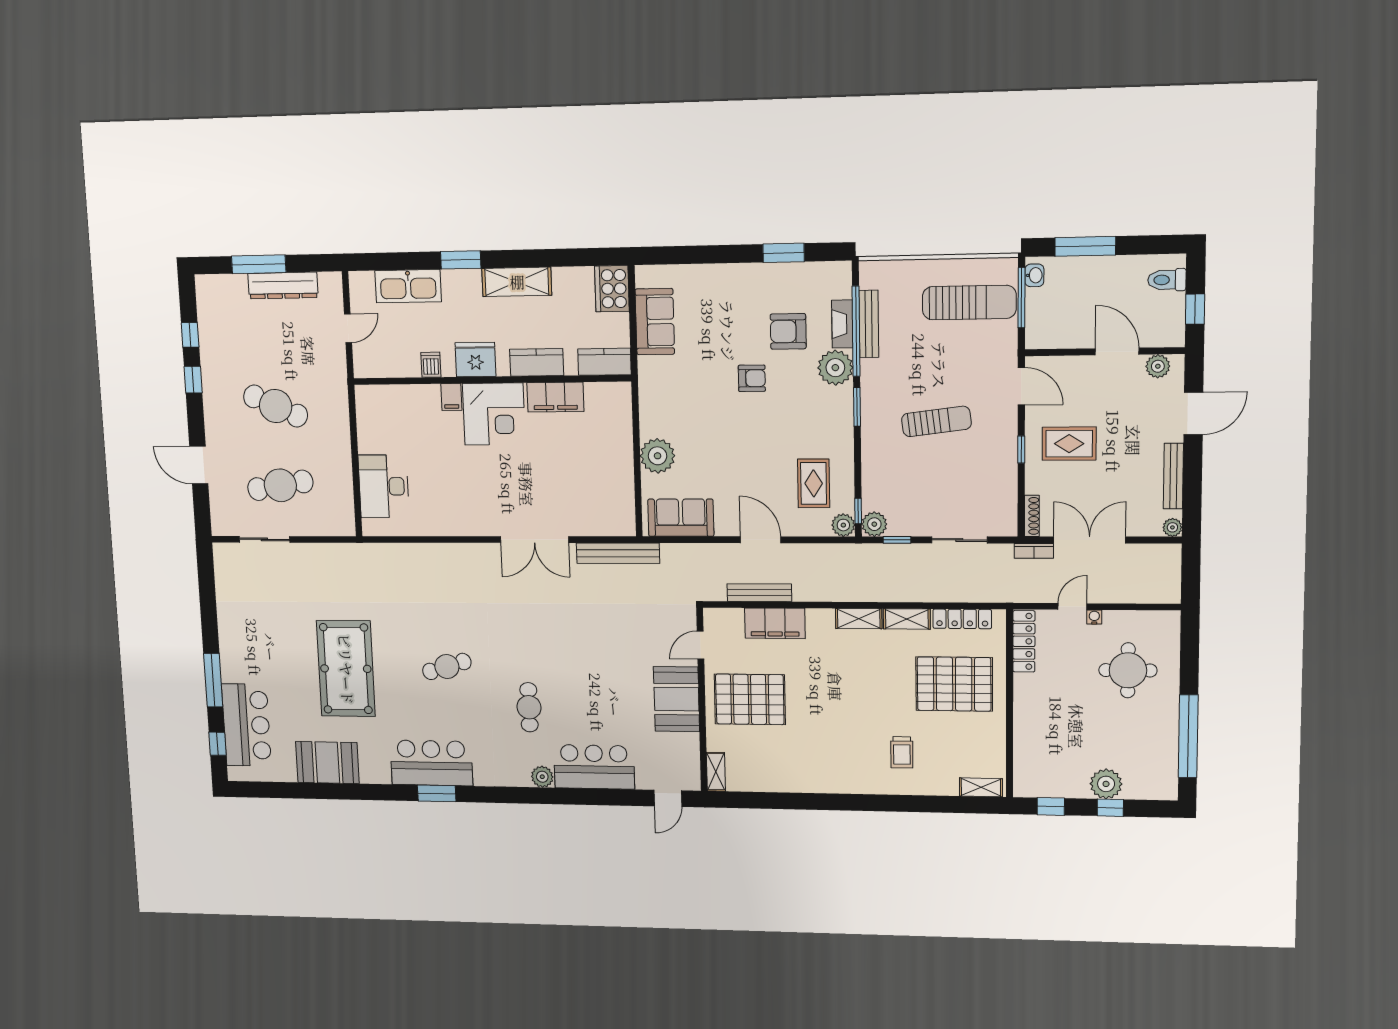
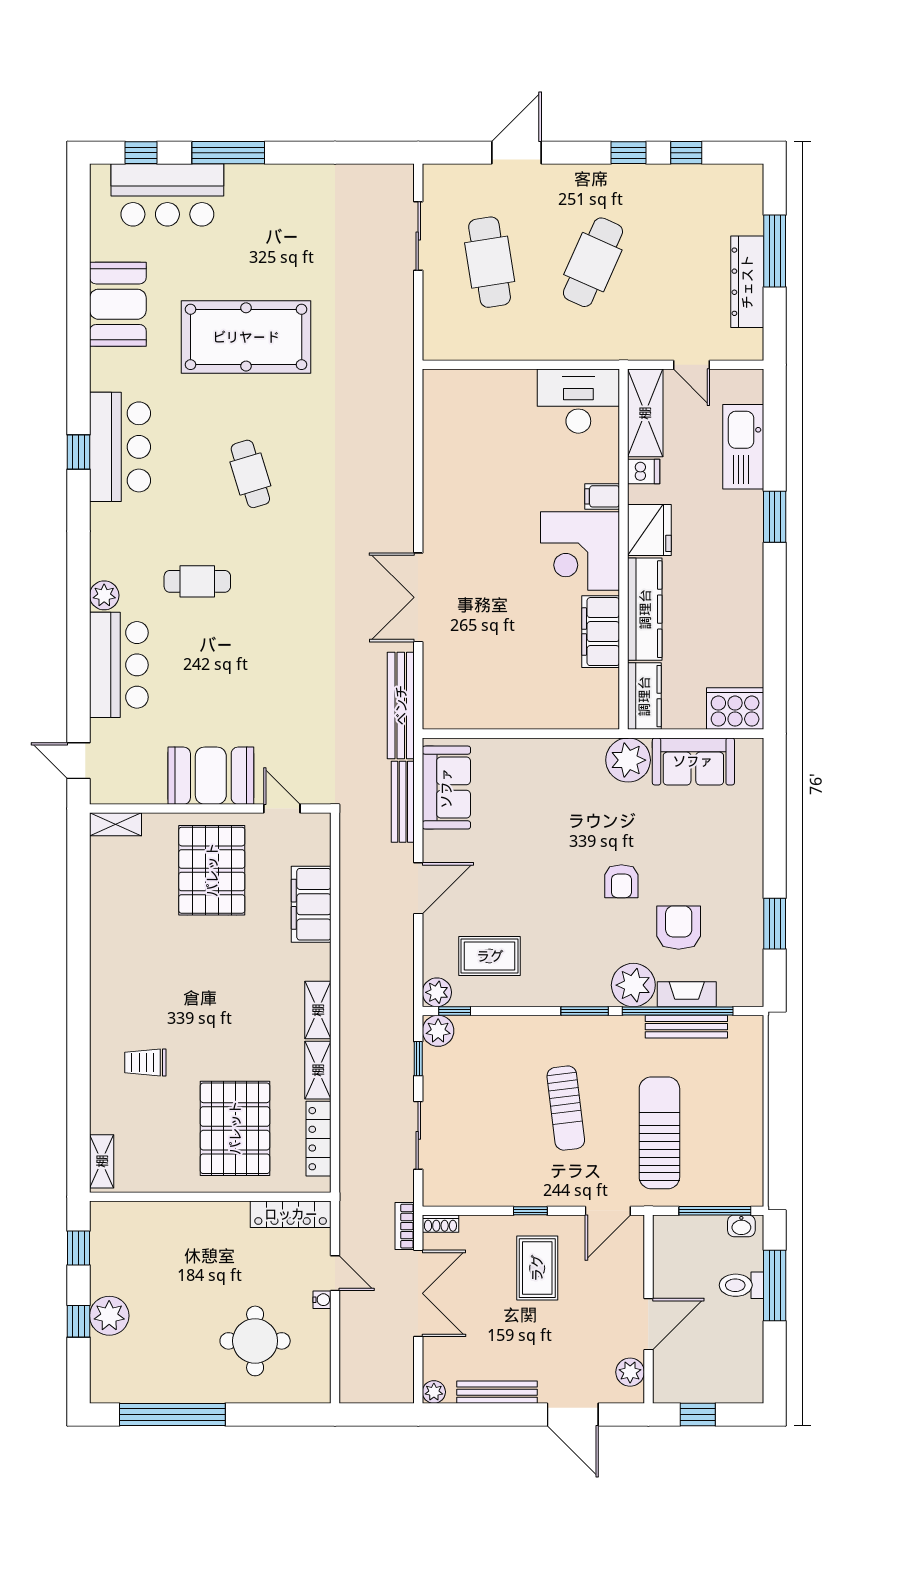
toilet: (1167, 280) -> (741, 1285), moved, turned -90
shelving: (517, 282) -> (645, 413), moved
sun lounger: (969, 303) -> (659, 1133), moved, turned 180
kitchen counter: (537, 362) -> (645, 609), width x1.50
plant: (658, 456) -> (628, 760), moved
desk: (384, 486) -> (578, 401), moved
shoe rack: (1032, 516) -> (440, 1224), width x0.70
bench: (759, 593) -> (403, 802), moved
window: (437, 793) -> (78, 452), width x0.67

